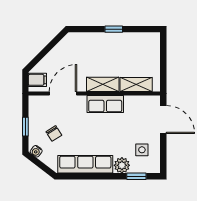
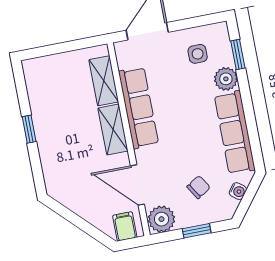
row of seats: (105, 104) -> (139, 108), width x1.48
plant: (37, 105) -> (162, 219), added
water cooler: (36, 151) -> (238, 191), moved

